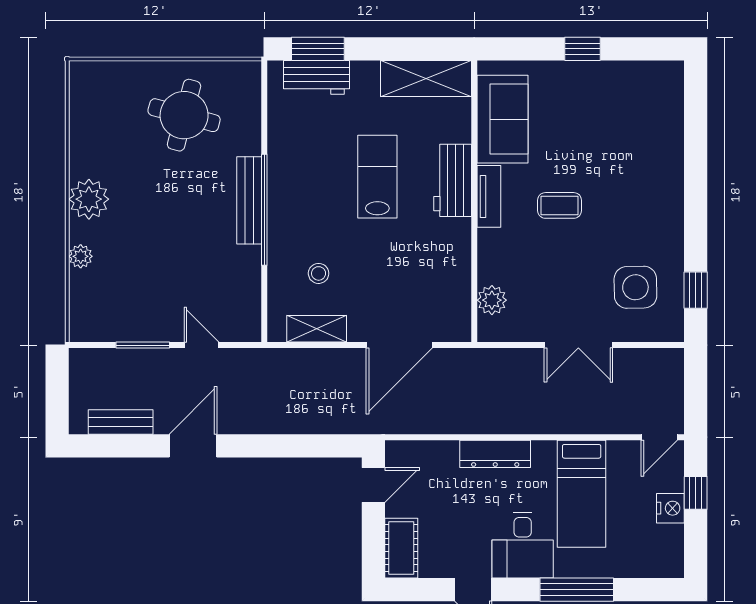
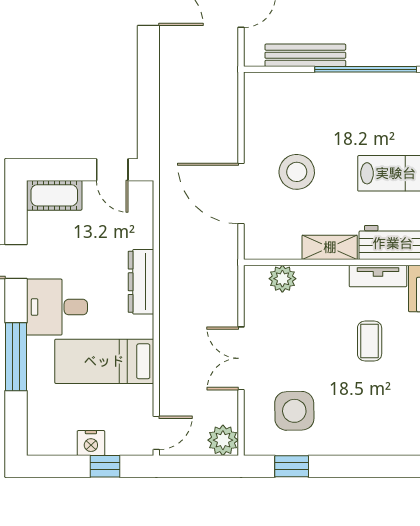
bench: (249, 200) -> (305, 55), moved
stool: (319, 273) -> (297, 172), moved, width x1.89, depth x1.89
shelving: (317, 329) -> (330, 247), moved, turned 90
plant: (667, 365) -> (223, 440), added
door: (659, 437) -> (156, 433), swing flipped

